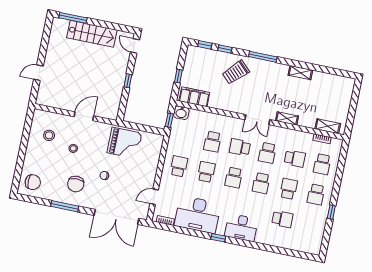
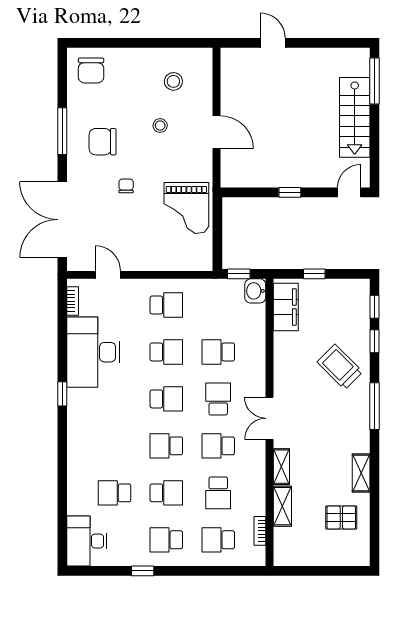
pallet: (324, 90) -> (341, 517), added
shelving: (328, 126) -> (282, 506), moved
school desk: (234, 178) -> (166, 399), turned 180
school desk: (282, 219) -> (114, 493), turned 90
desk: (241, 228) -> (87, 541), moved

